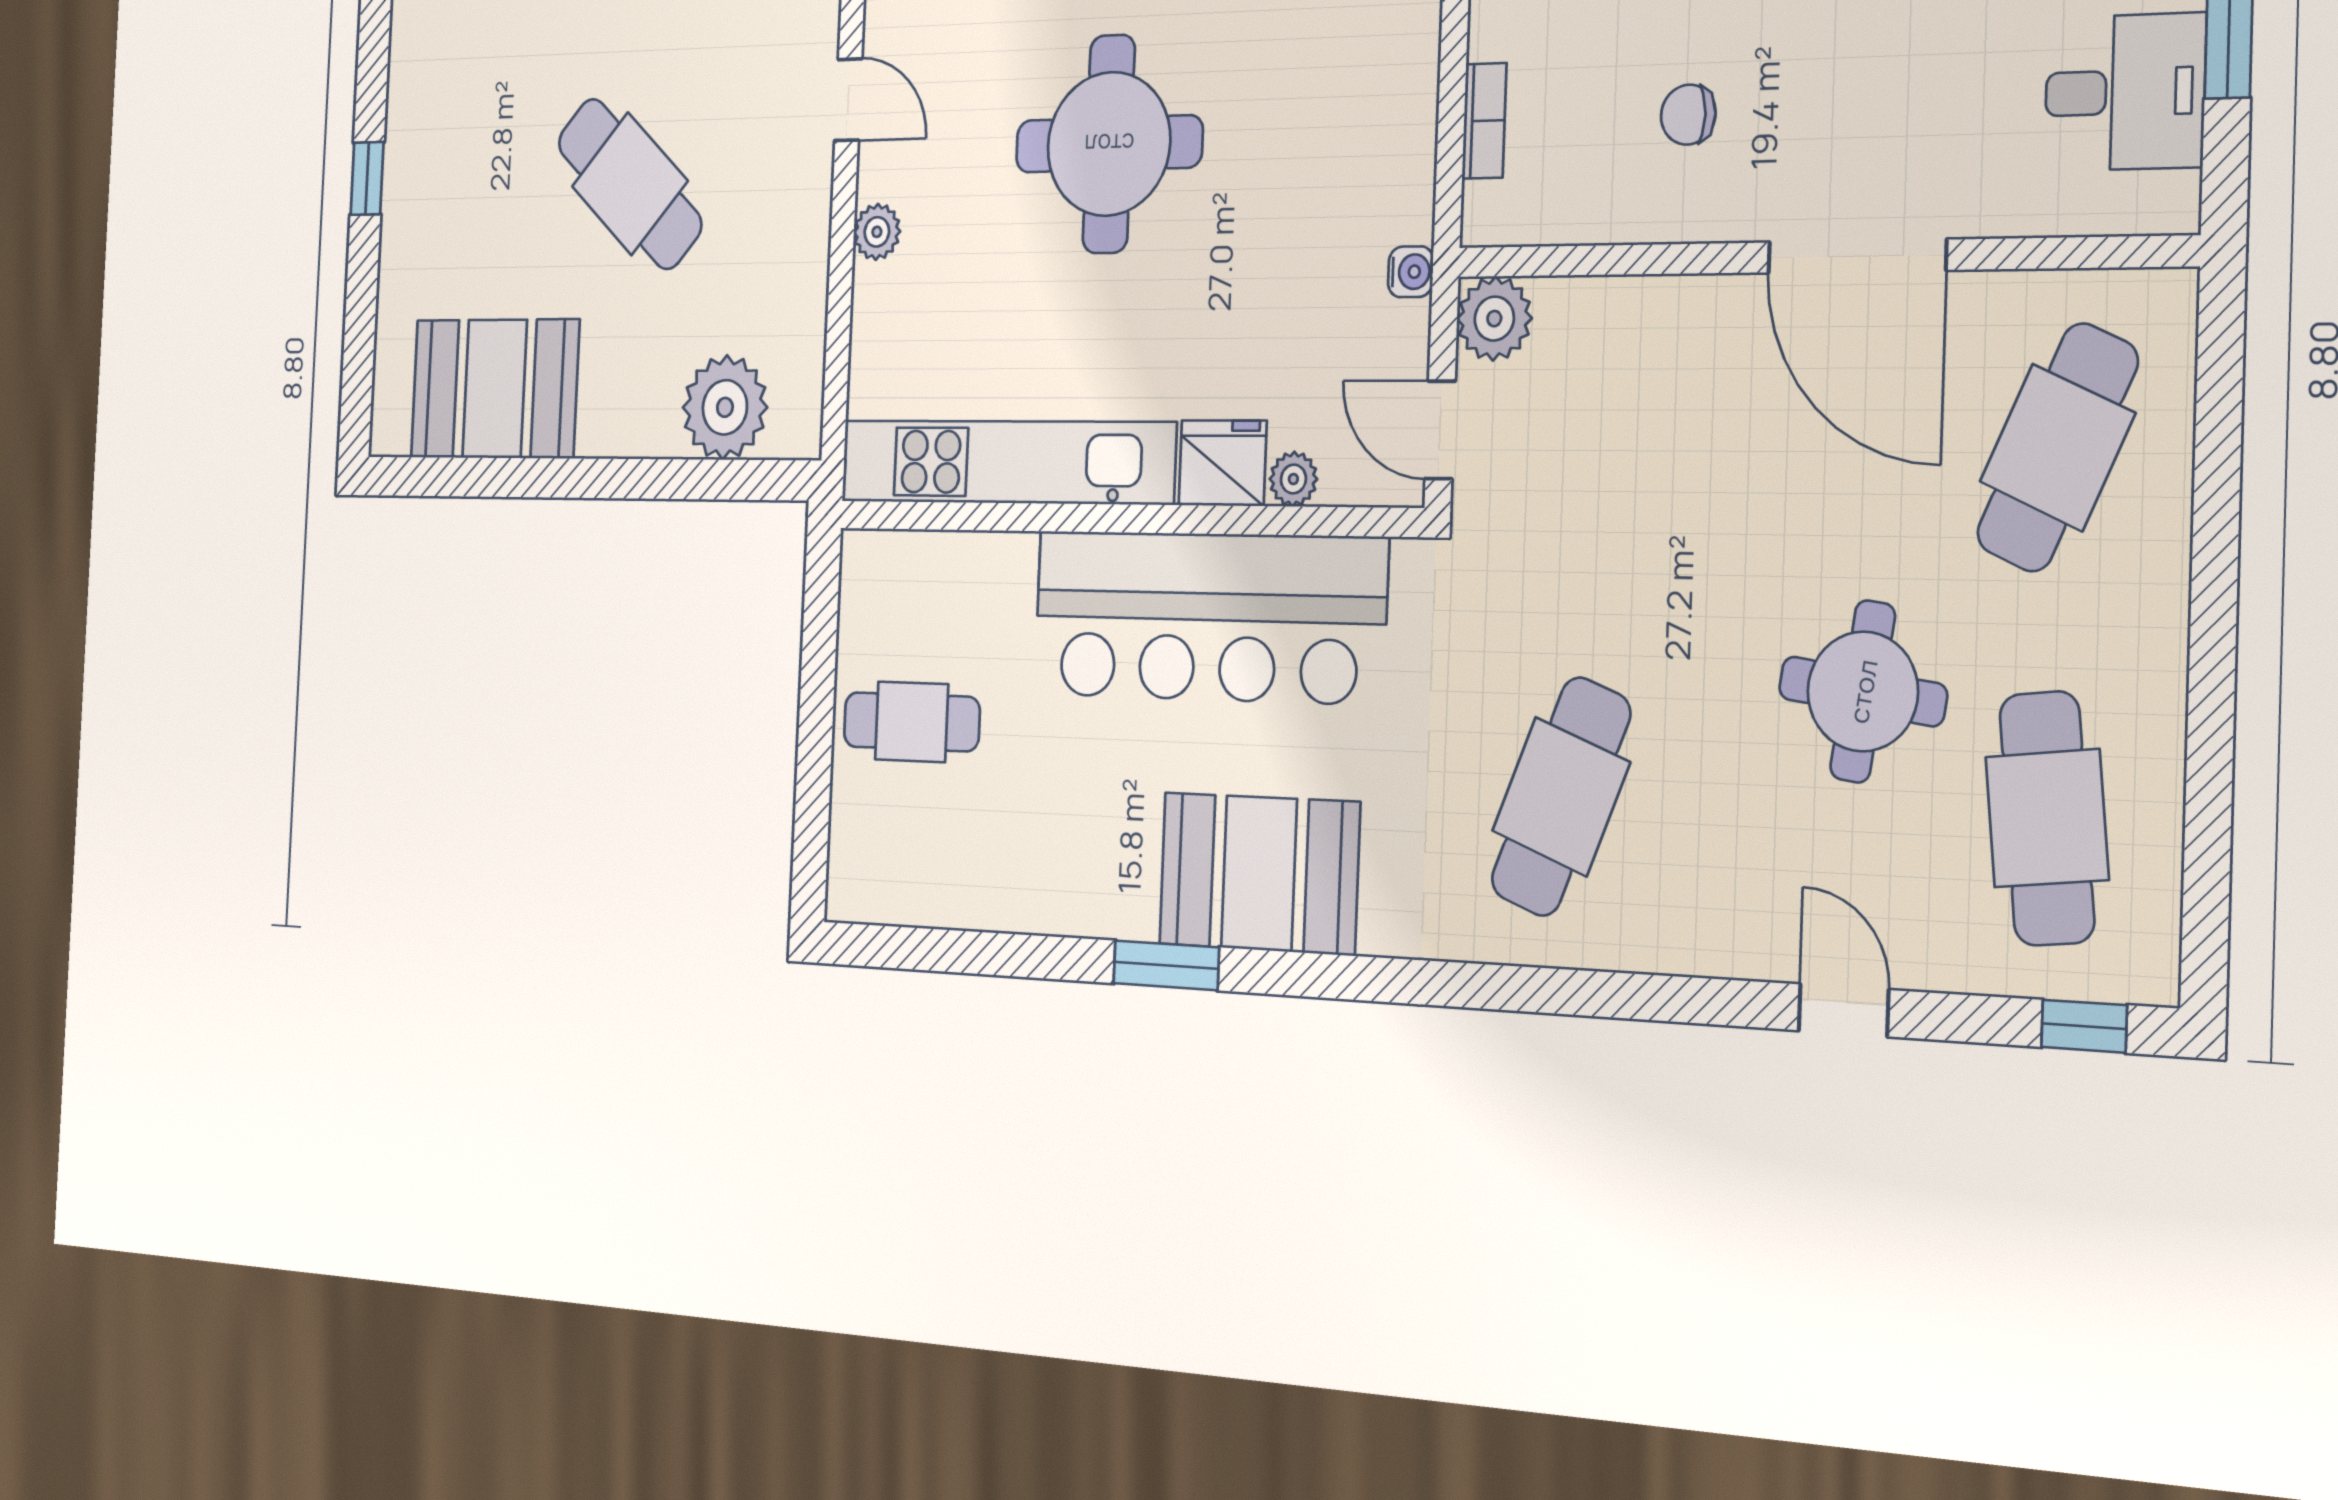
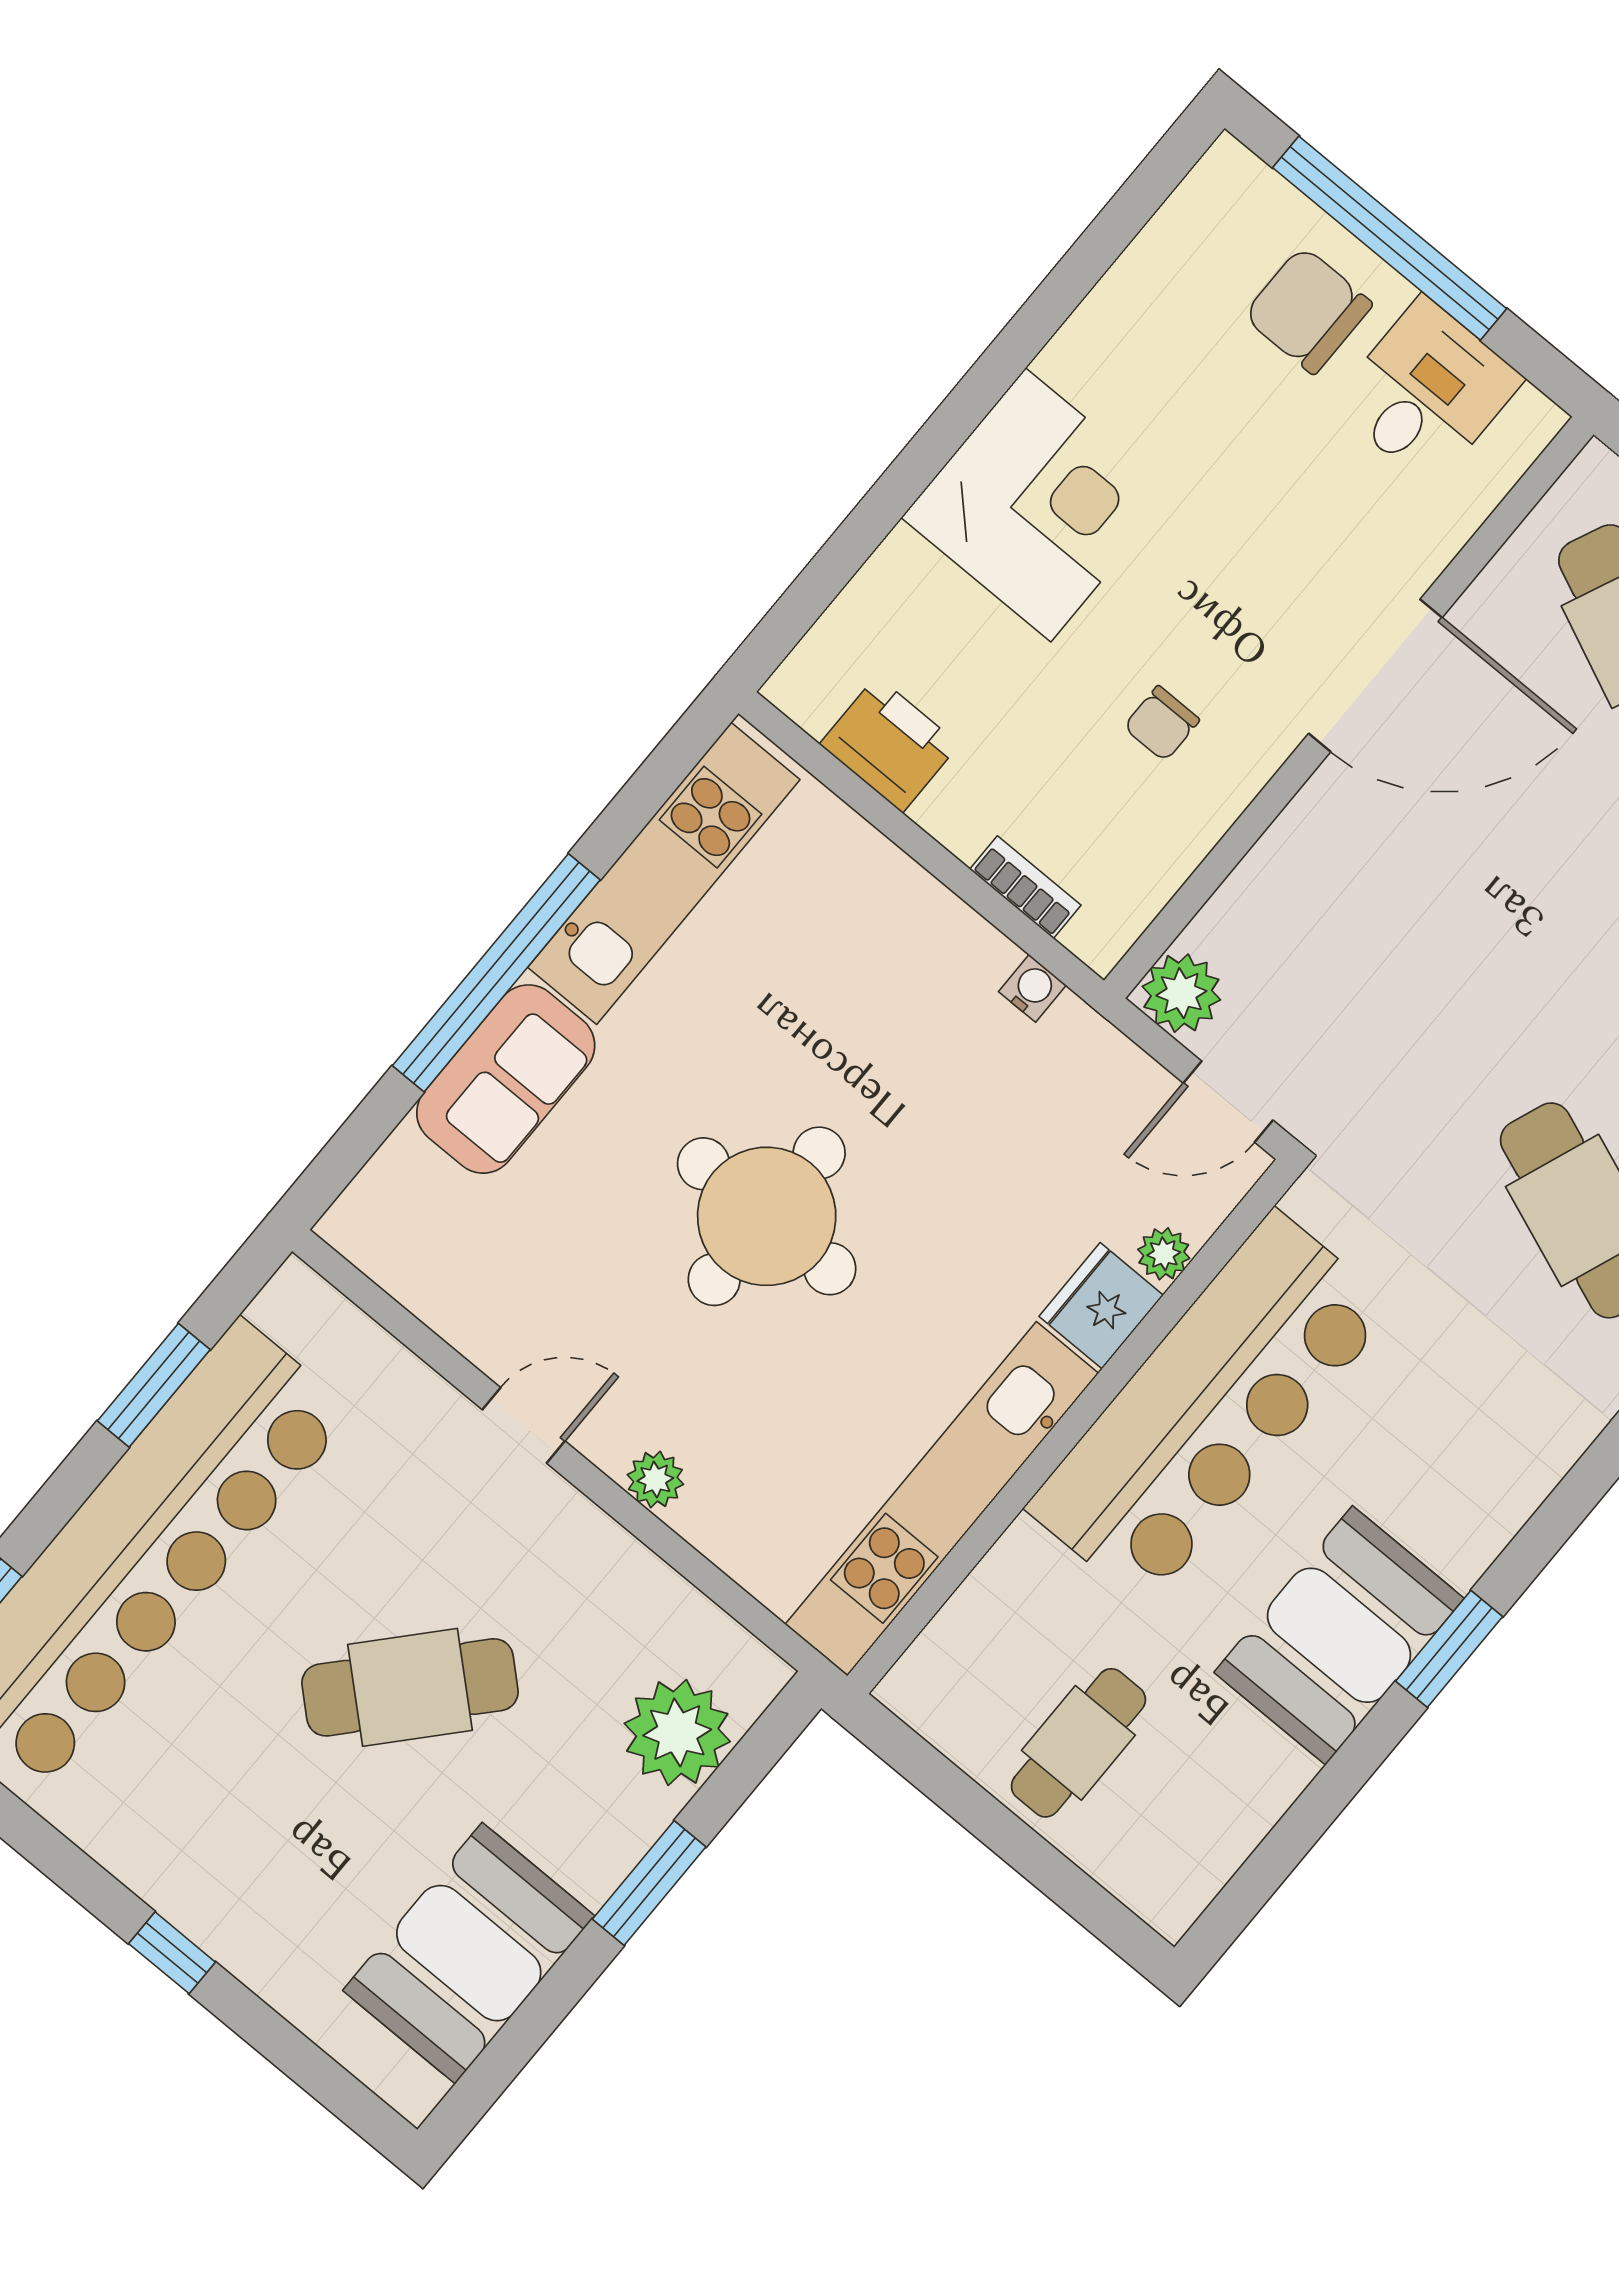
water cooler: (1411, 272) -> (1032, 988), moved
window: (618, 479) -> (649, 1883), added
booth: (1259, 873) -> (1339, 1635), moved

